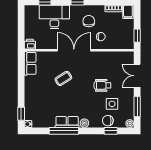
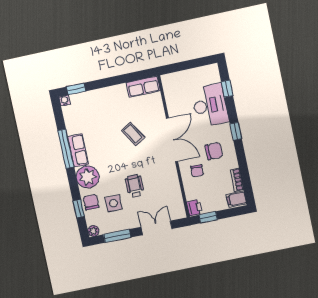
printer: (30, 44) -> (195, 208), moved
plant: (84, 123) -> (88, 177), width x1.87, depth x1.87

